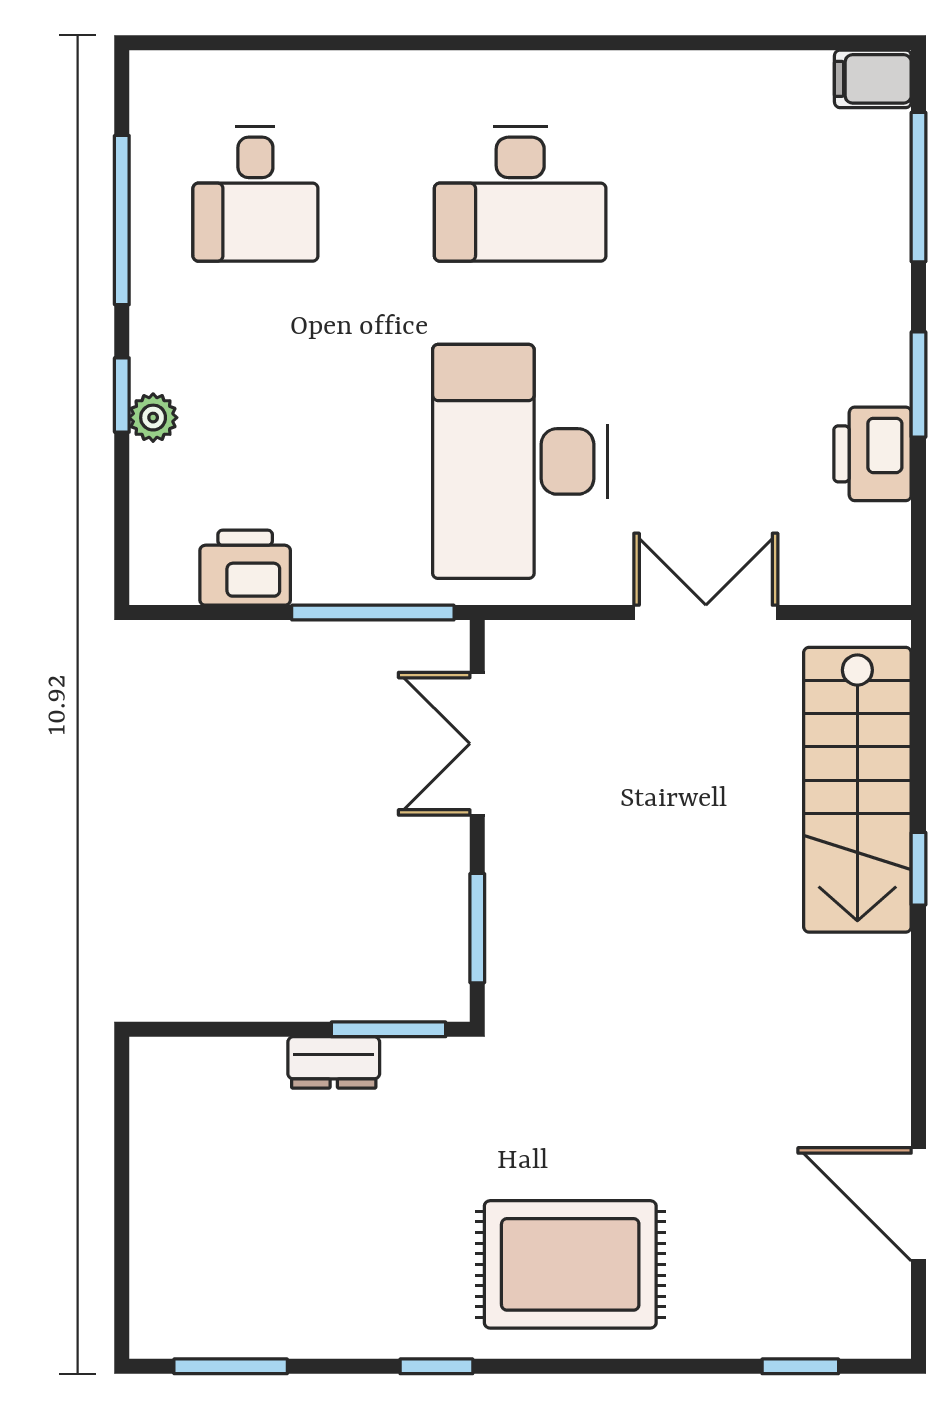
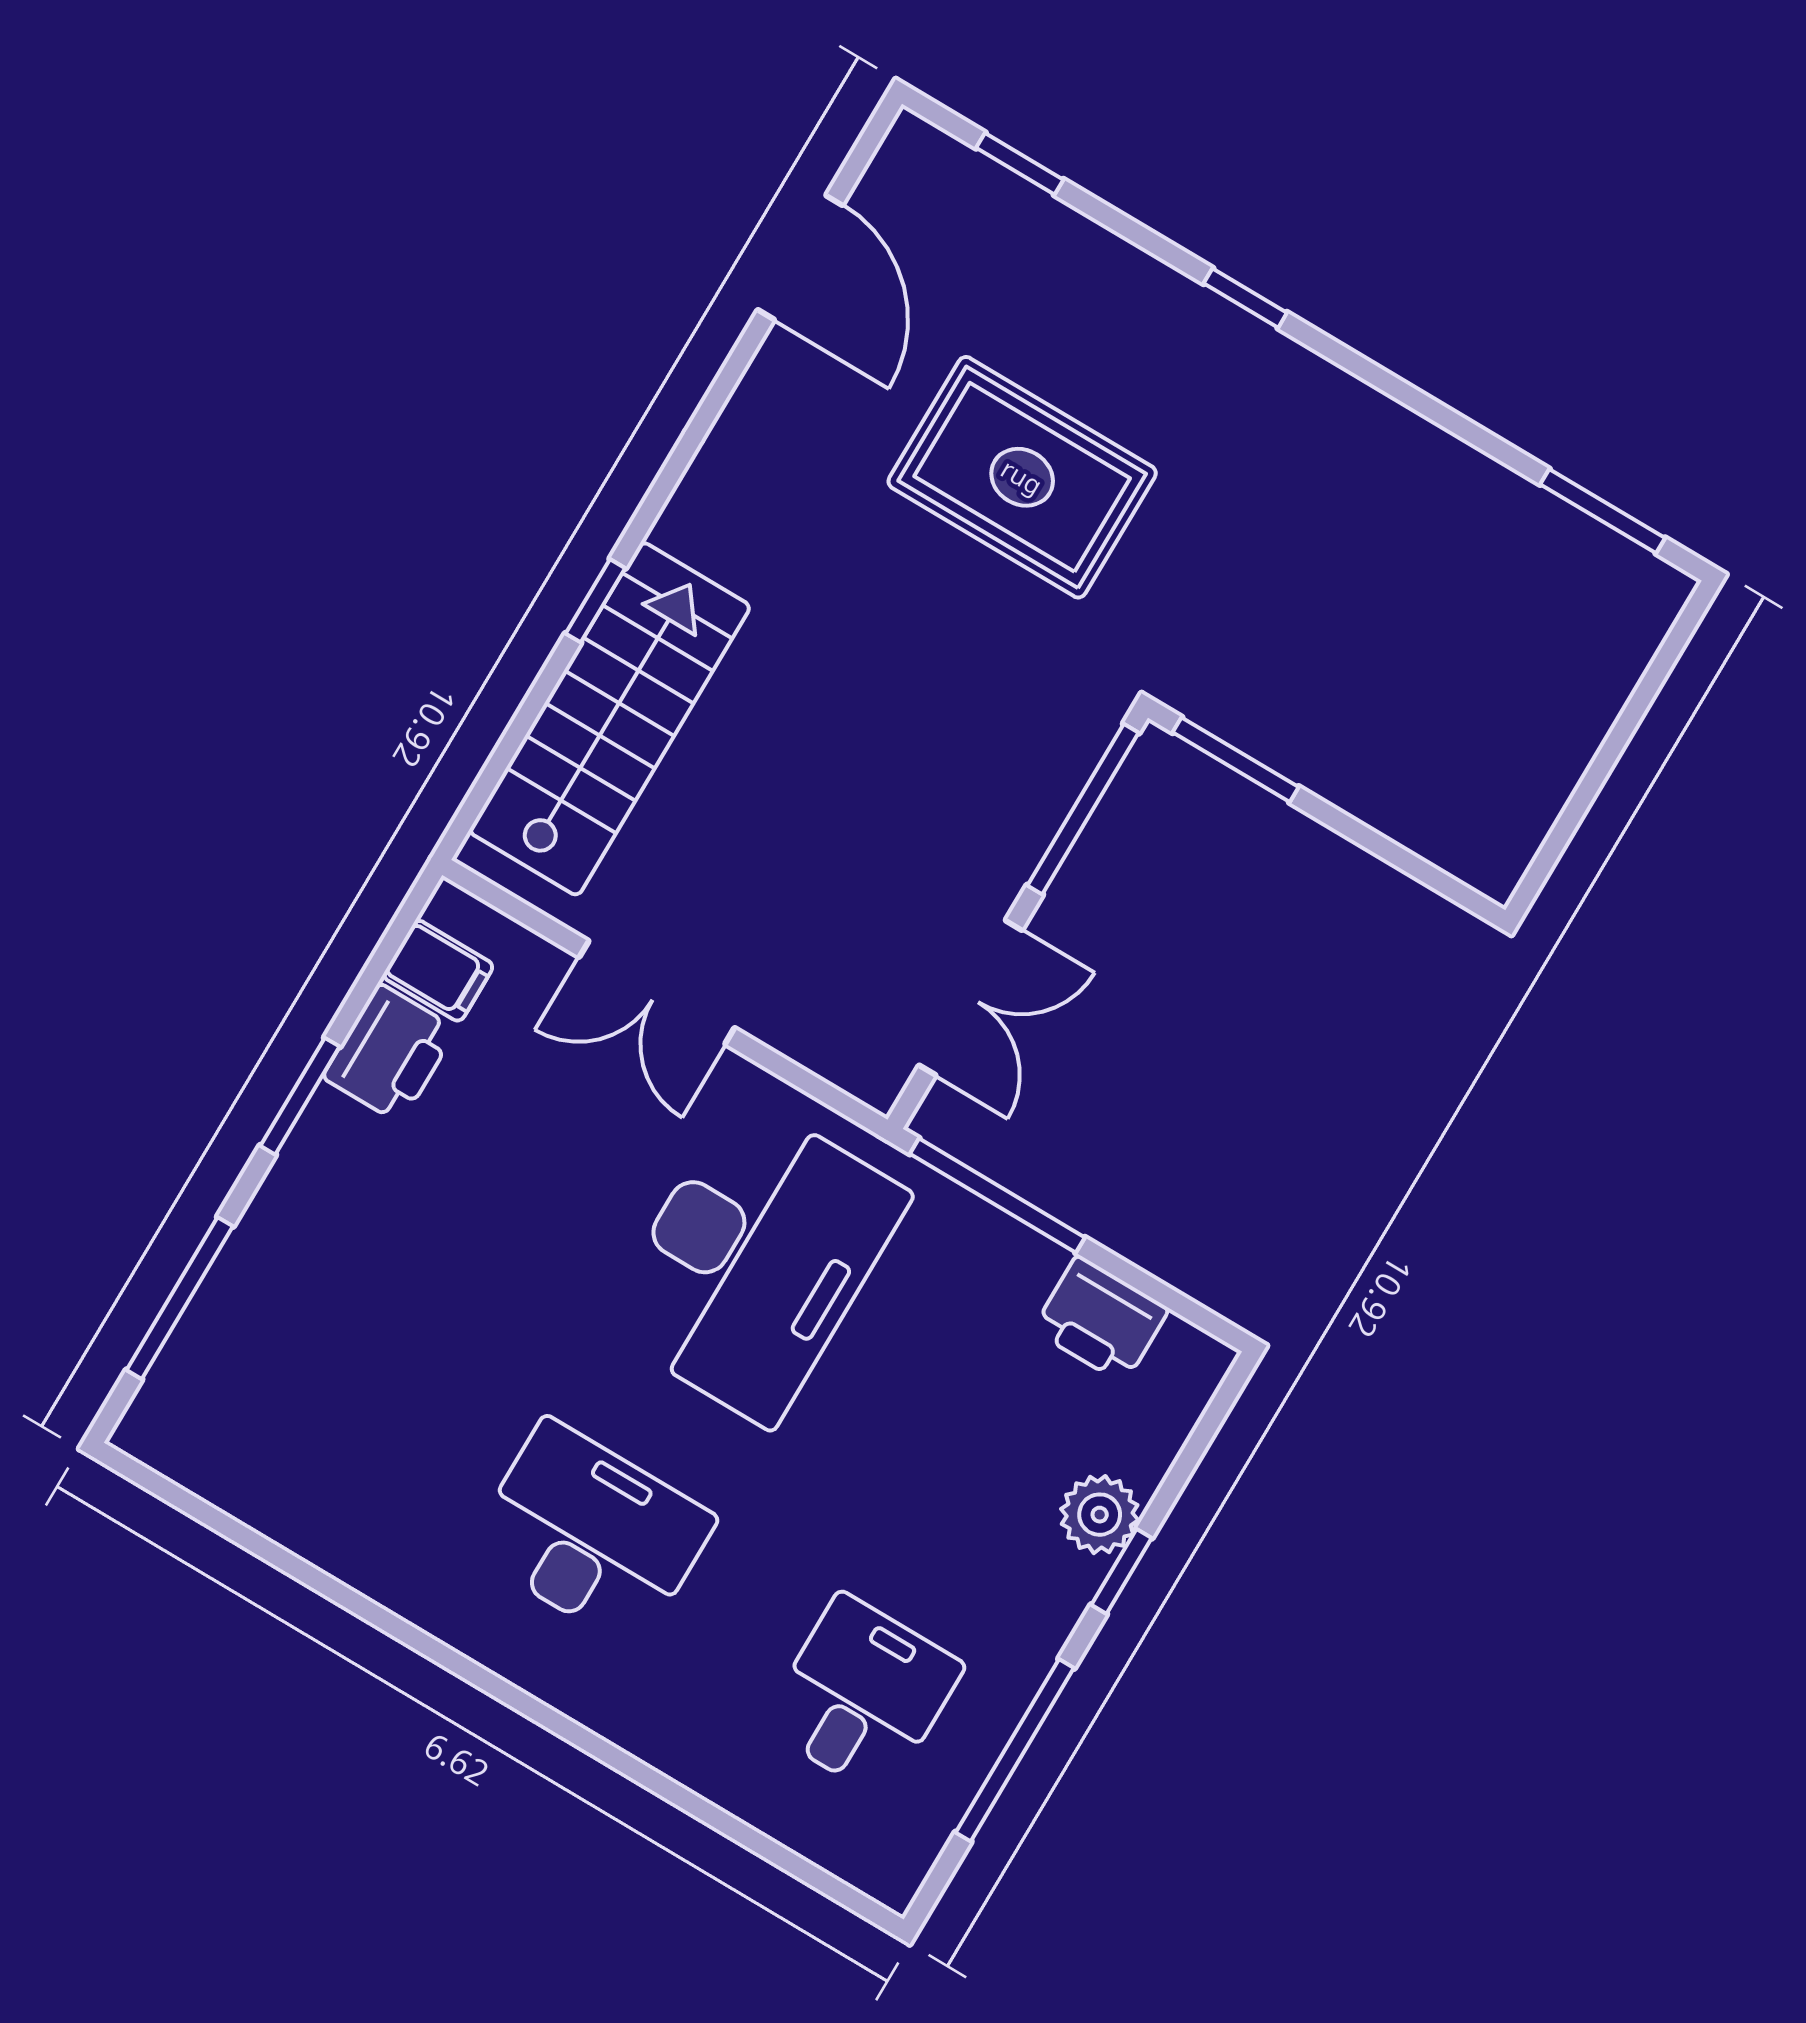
filing cabinet: (873, 79) -> (438, 971), moved
plant: (153, 418) -> (1100, 1515), width x1.38, depth x1.38
window: (477, 928) -> (1083, 809), width x1.44
dresser: (334, 1062) -> (1312, 759), removed
rug: (570, 1264) -> (1022, 477), moved
window: (436, 1366) -> (1245, 298), moved

